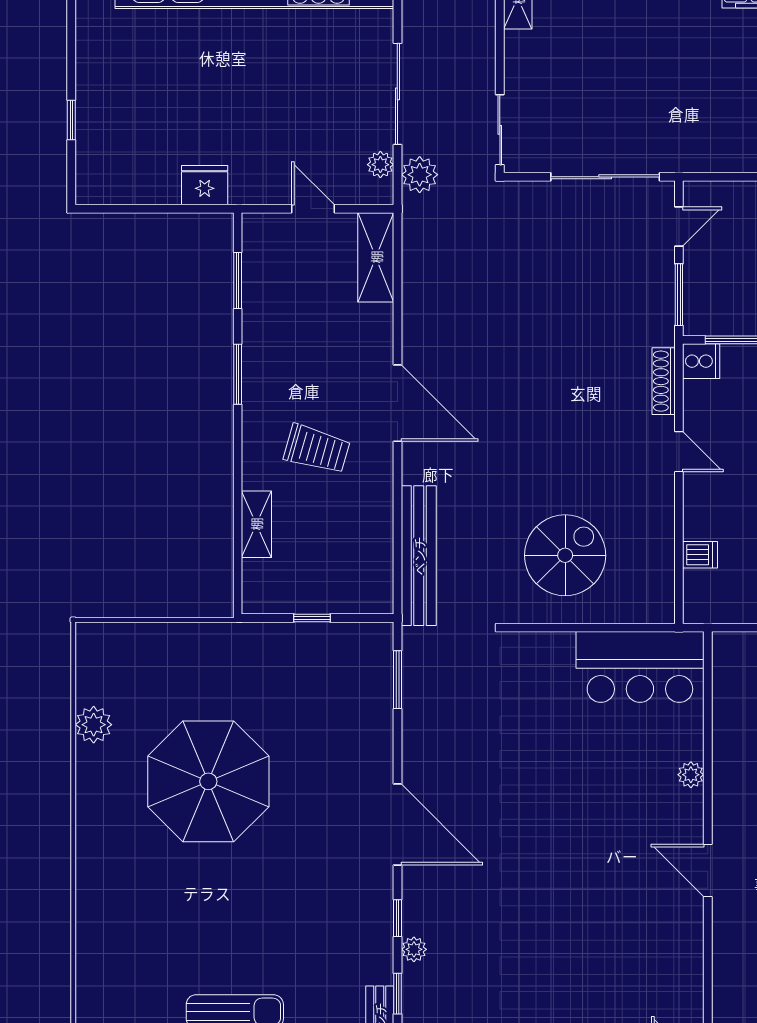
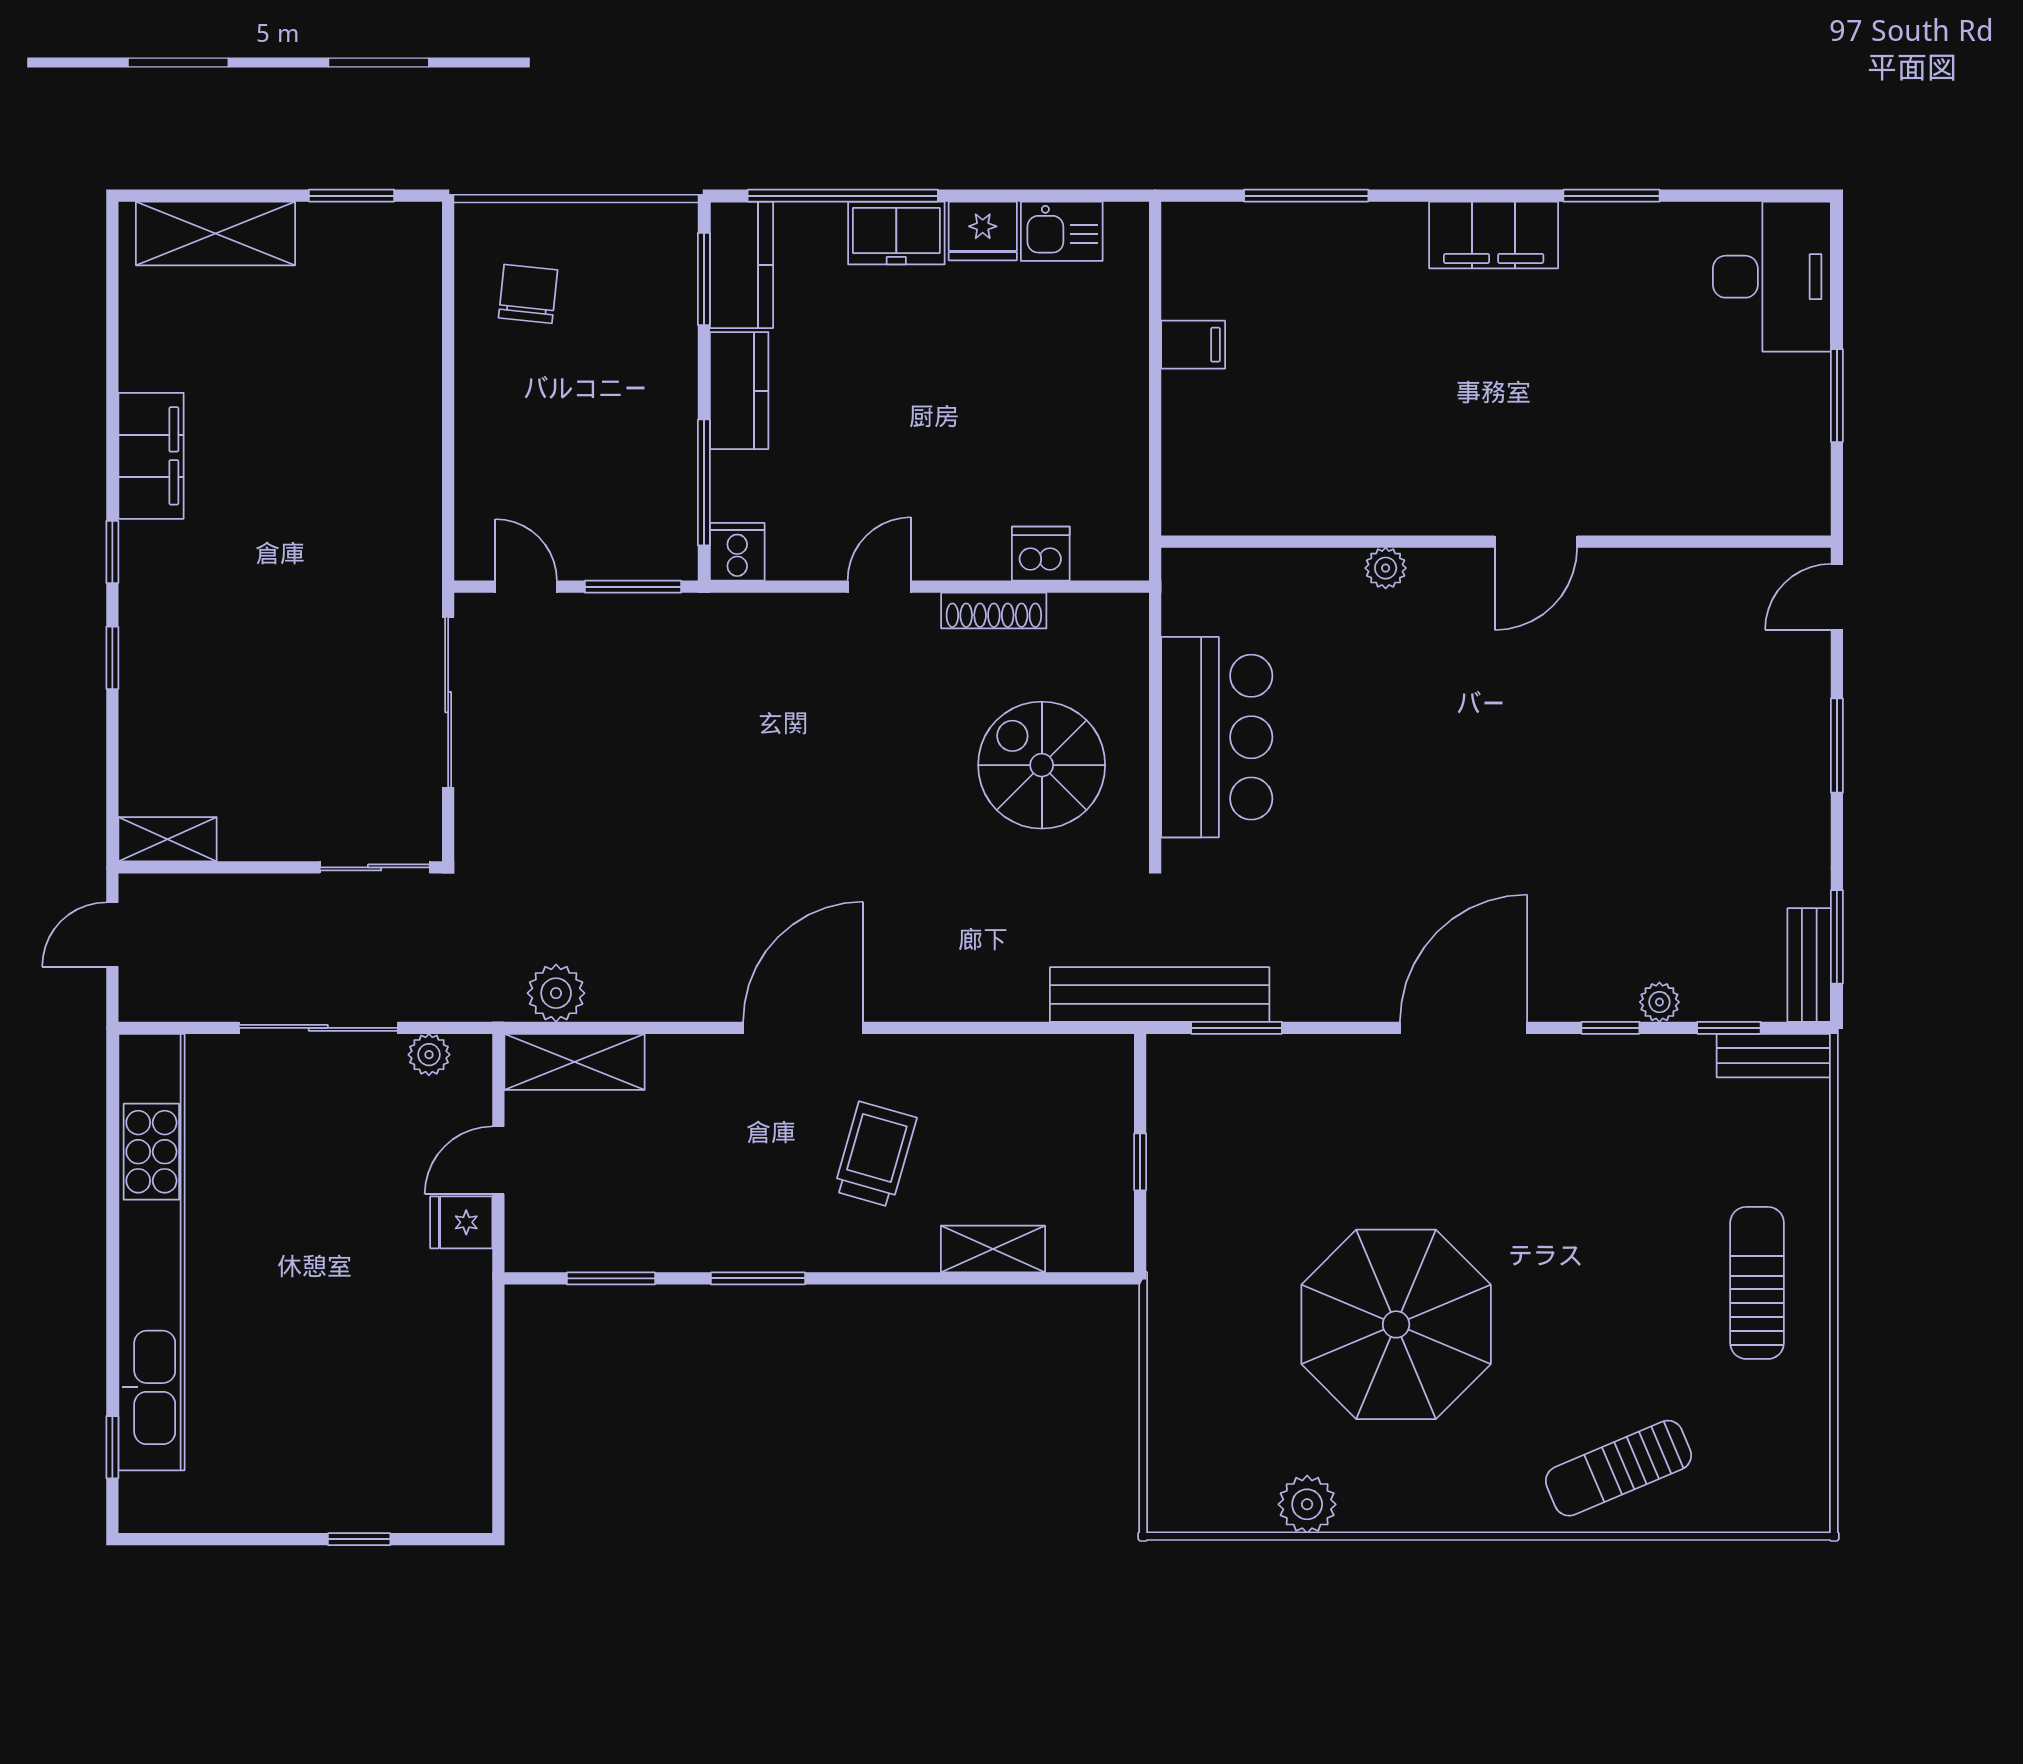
plant: (420, 175) -> (556, 993), moved
fridge: (205, 185) -> (461, 1222), moved, width x0.72
shoe rack: (664, 381) -> (994, 611), moved
dishwasher: (700, 555) -> (1041, 554), width x1.38
bench: (419, 556) -> (1160, 994), moved
bar counter: (640, 667) -> (1217, 737), moved
sun lounger: (117, 923) -> (1619, 1468), added

